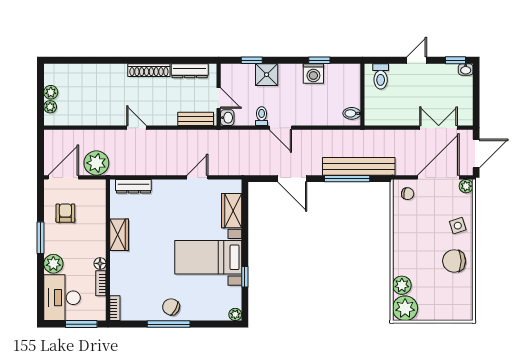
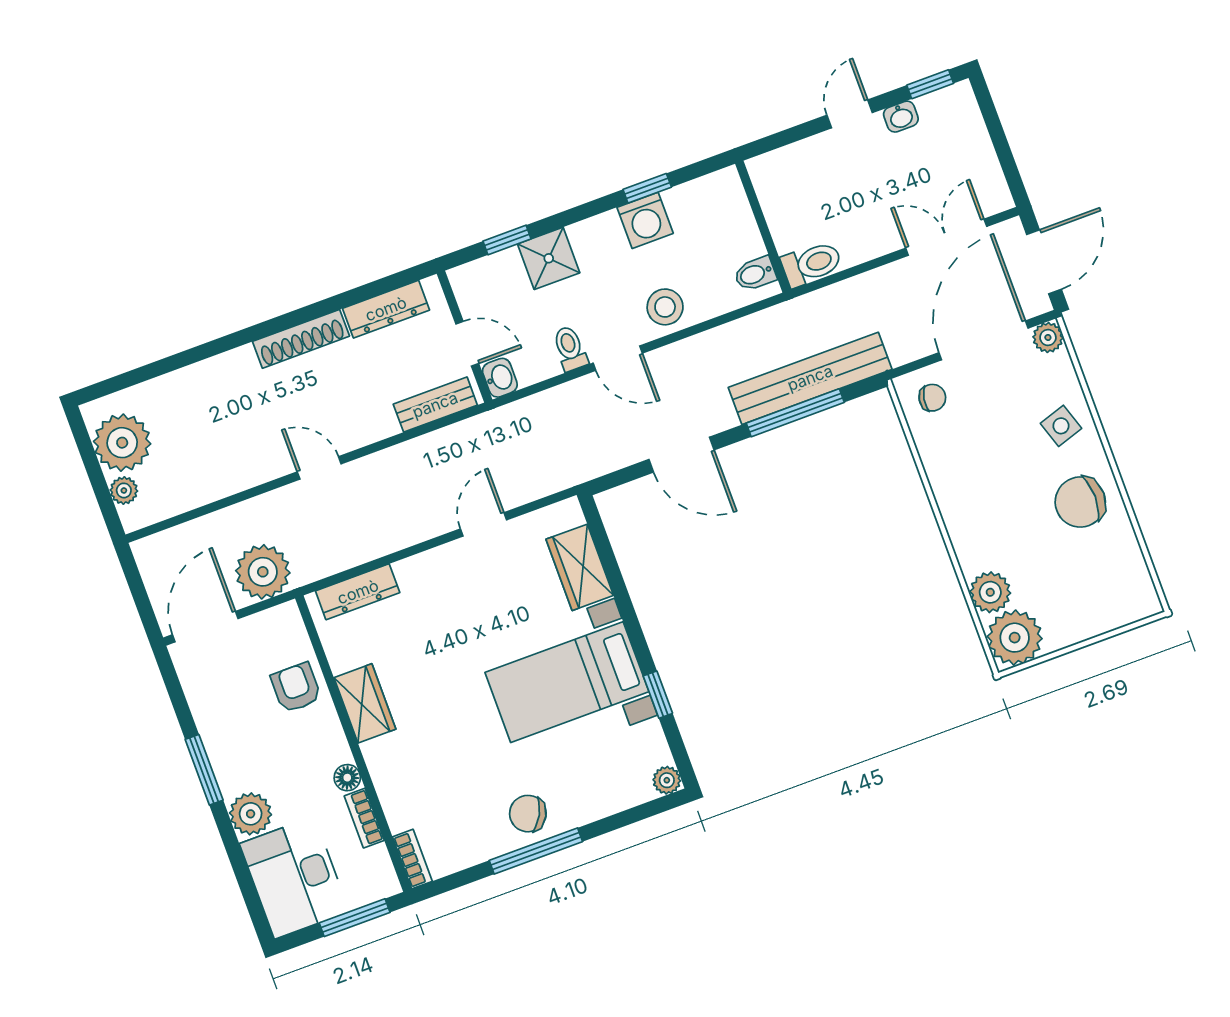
washbasin: (466, 69) -> (901, 117), moved
toilet: (381, 76) -> (812, 264), moved, turned -90
plant: (51, 92) -> (122, 443), width x1.88, depth x1.88
stool: (308, 113) -> (665, 307), added
armchair: (65, 213) -> (296, 688), moved

